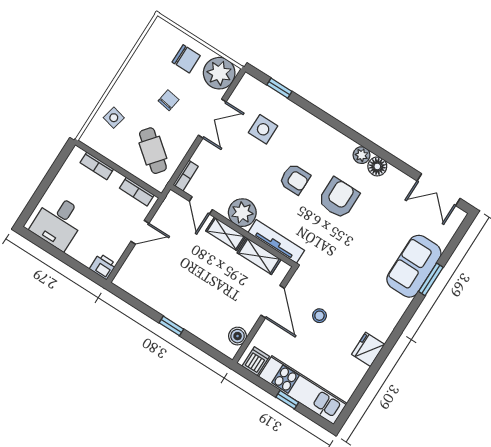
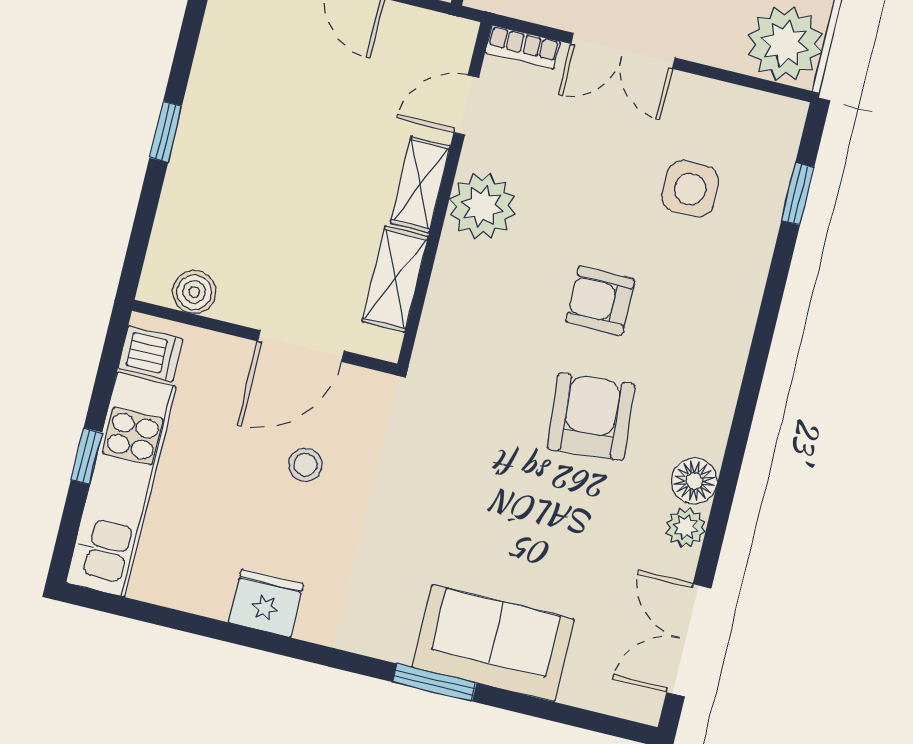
double door: (212, 119) -> (623, 51), moved
plant: (362, 155) -> (686, 527), moved
armchair: (295, 179) -> (600, 301), turned 90
armchair: (339, 198) -> (591, 417), turned -95
tv unit: (276, 241) -> (442, 307), removed
window: (431, 279) -> (434, 683), moved

